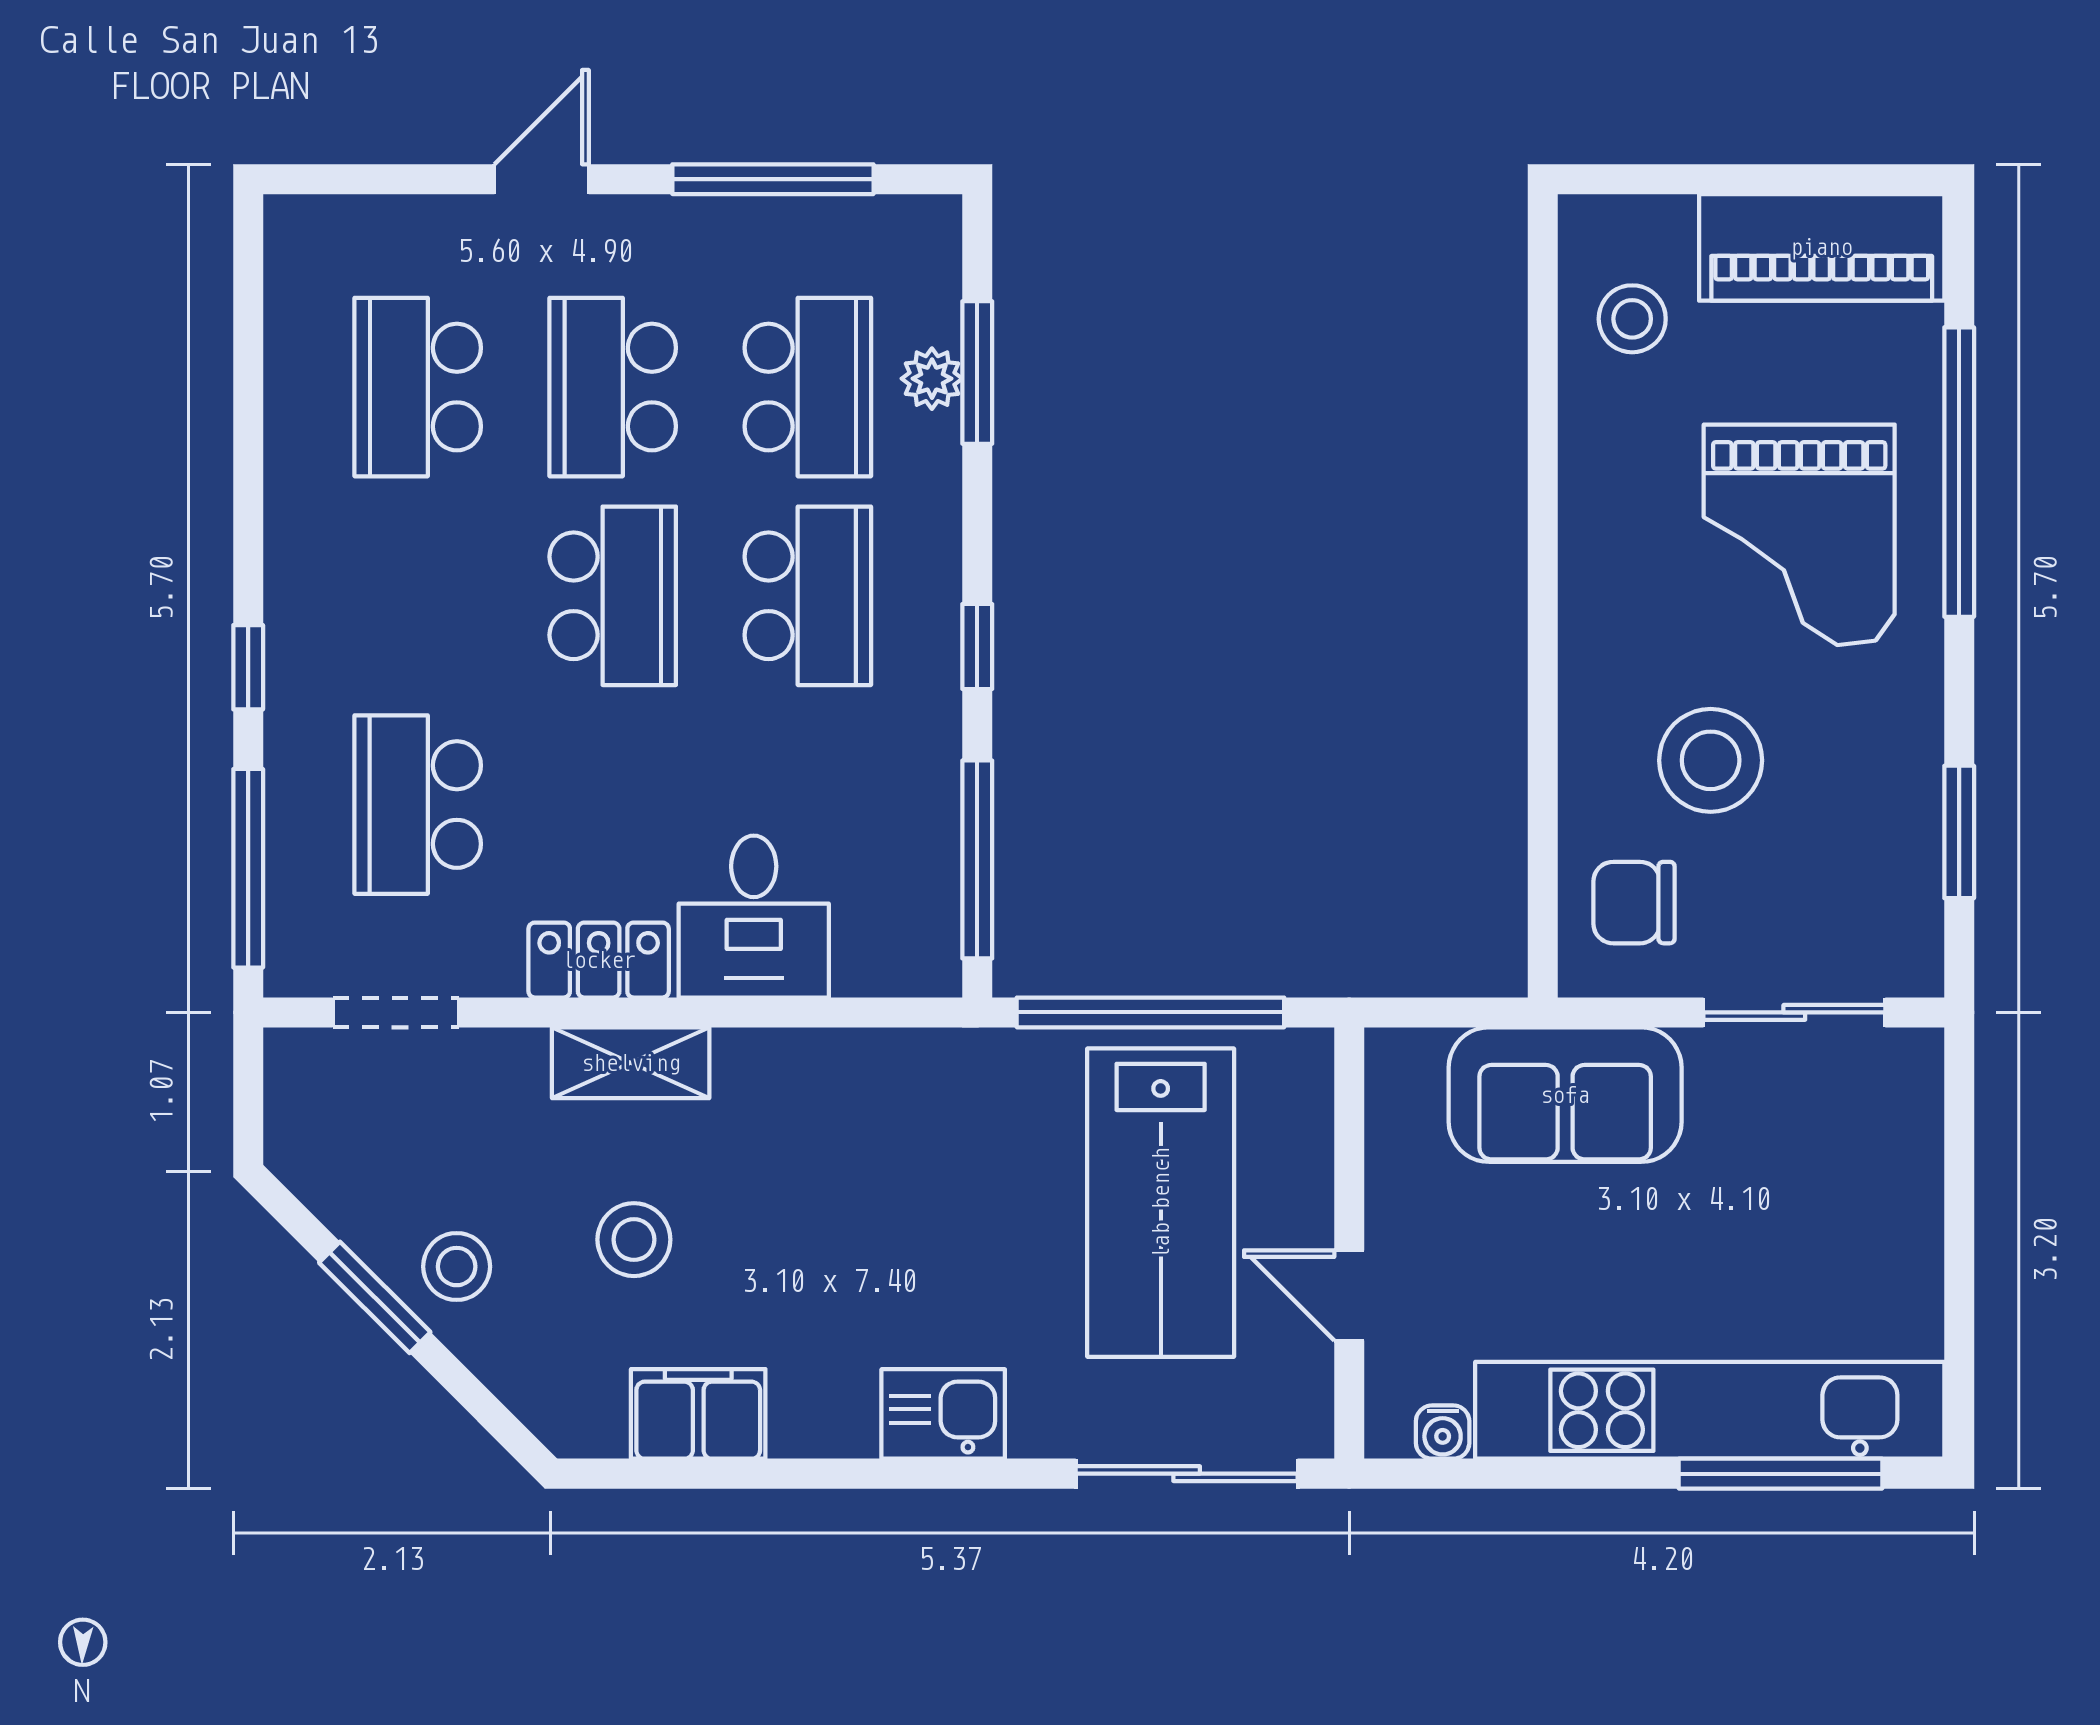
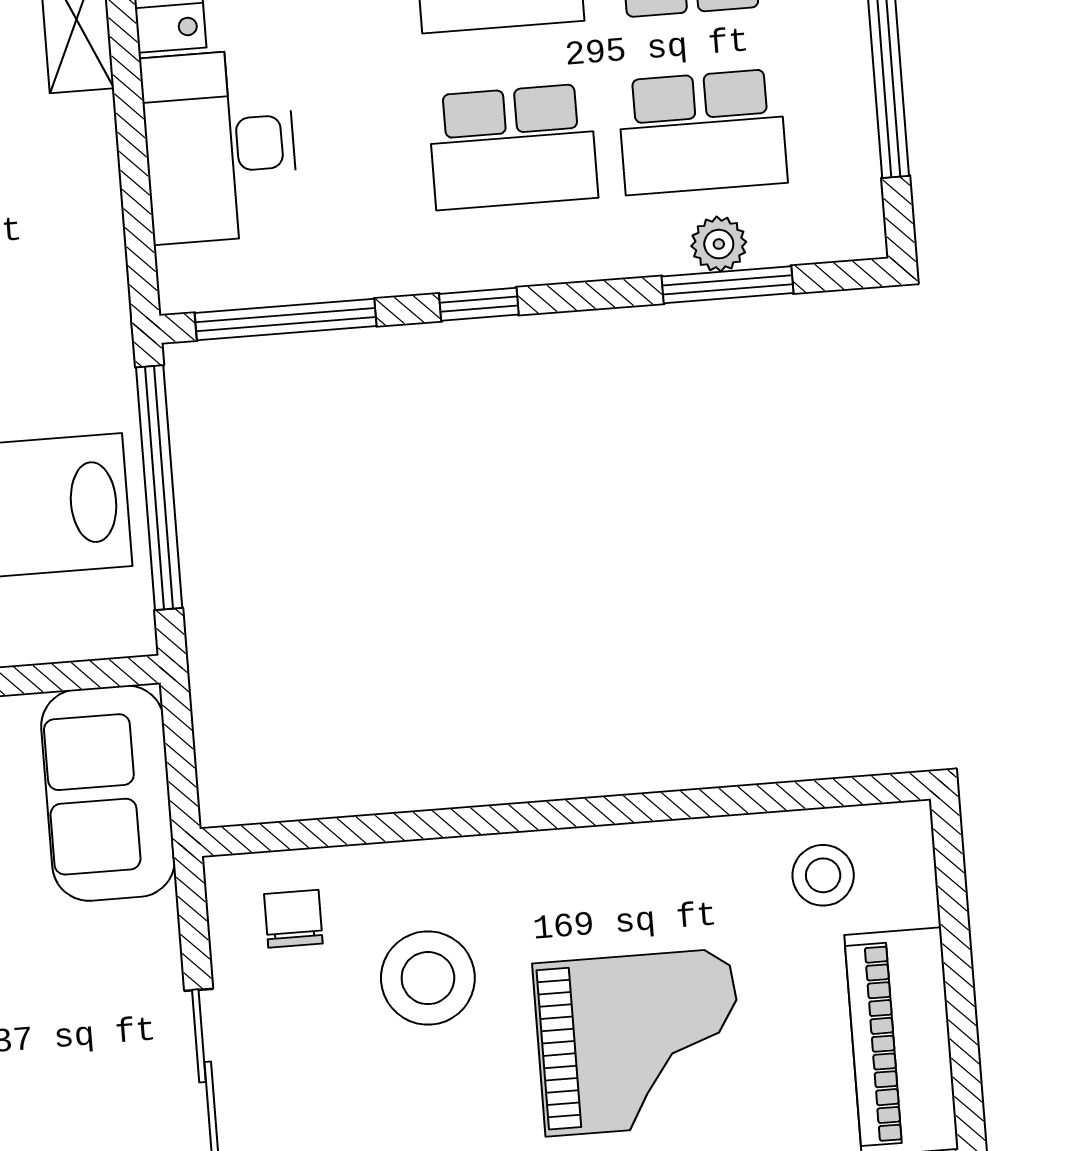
grand piano: (1799, 535) -> (639, 1042), turned 180
chair: (1634, 903) -> (293, 919), width x0.73, depth x0.73
desk: (754, 917) -> (220, 146), width x1.37
sofa: (1565, 1095) -> (108, 793), moved

